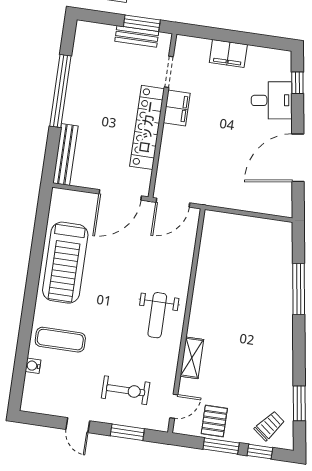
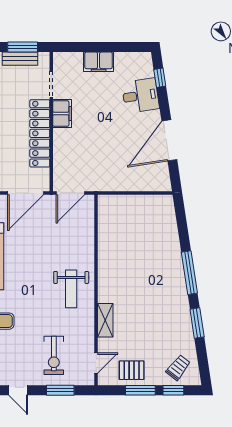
window: (299, 289) -> (189, 273), moved
exercise bike: (126, 390) -> (54, 355), turned 90
window: (299, 403) -> (197, 323), moved
pallet: (214, 421) -> (132, 370), turned 90

